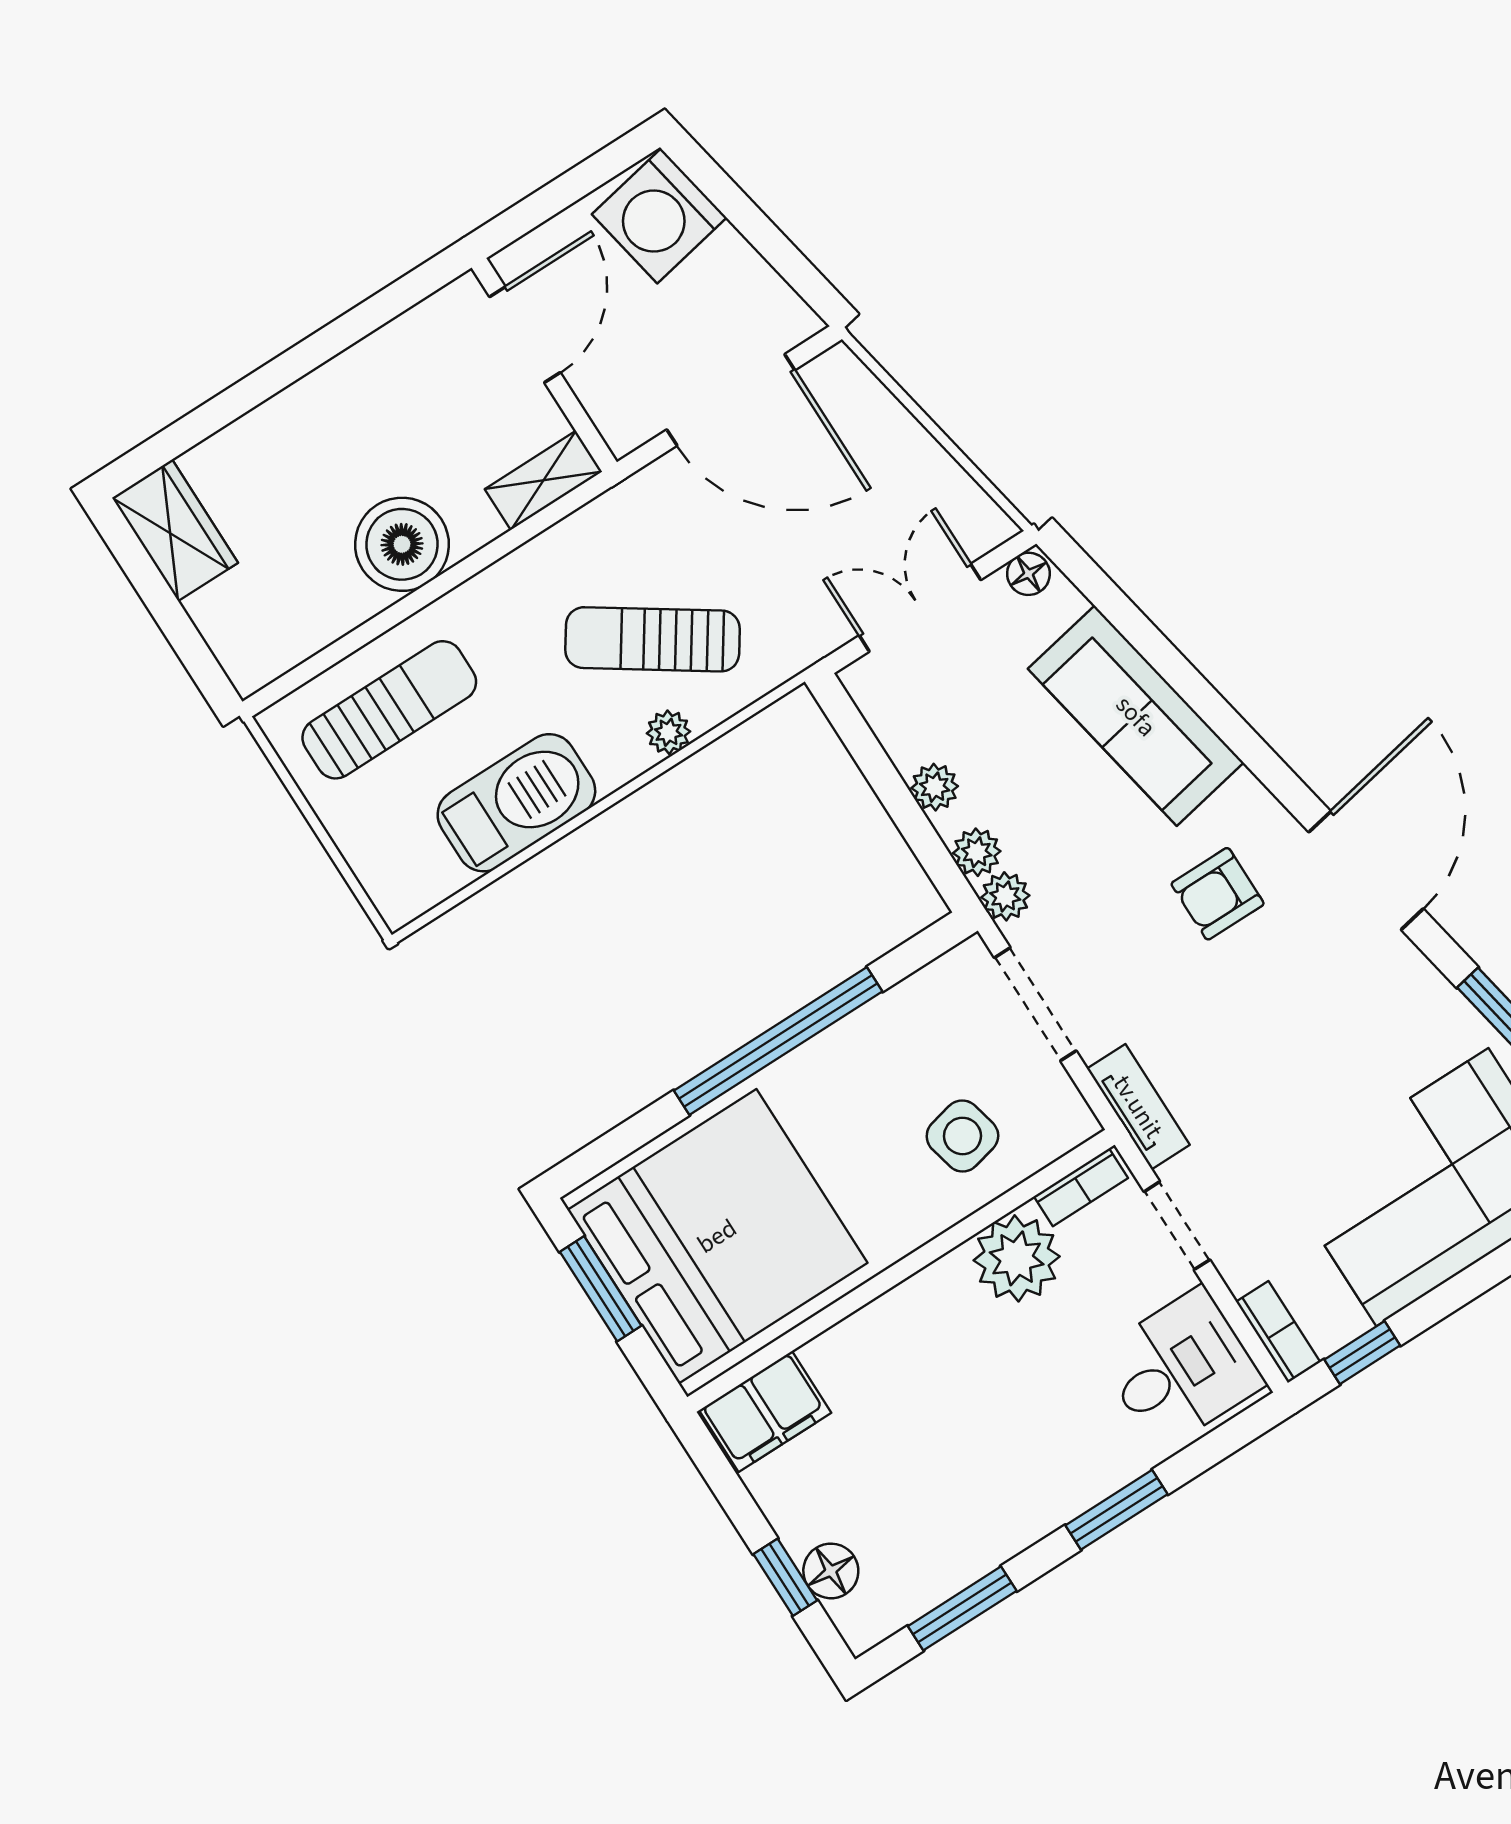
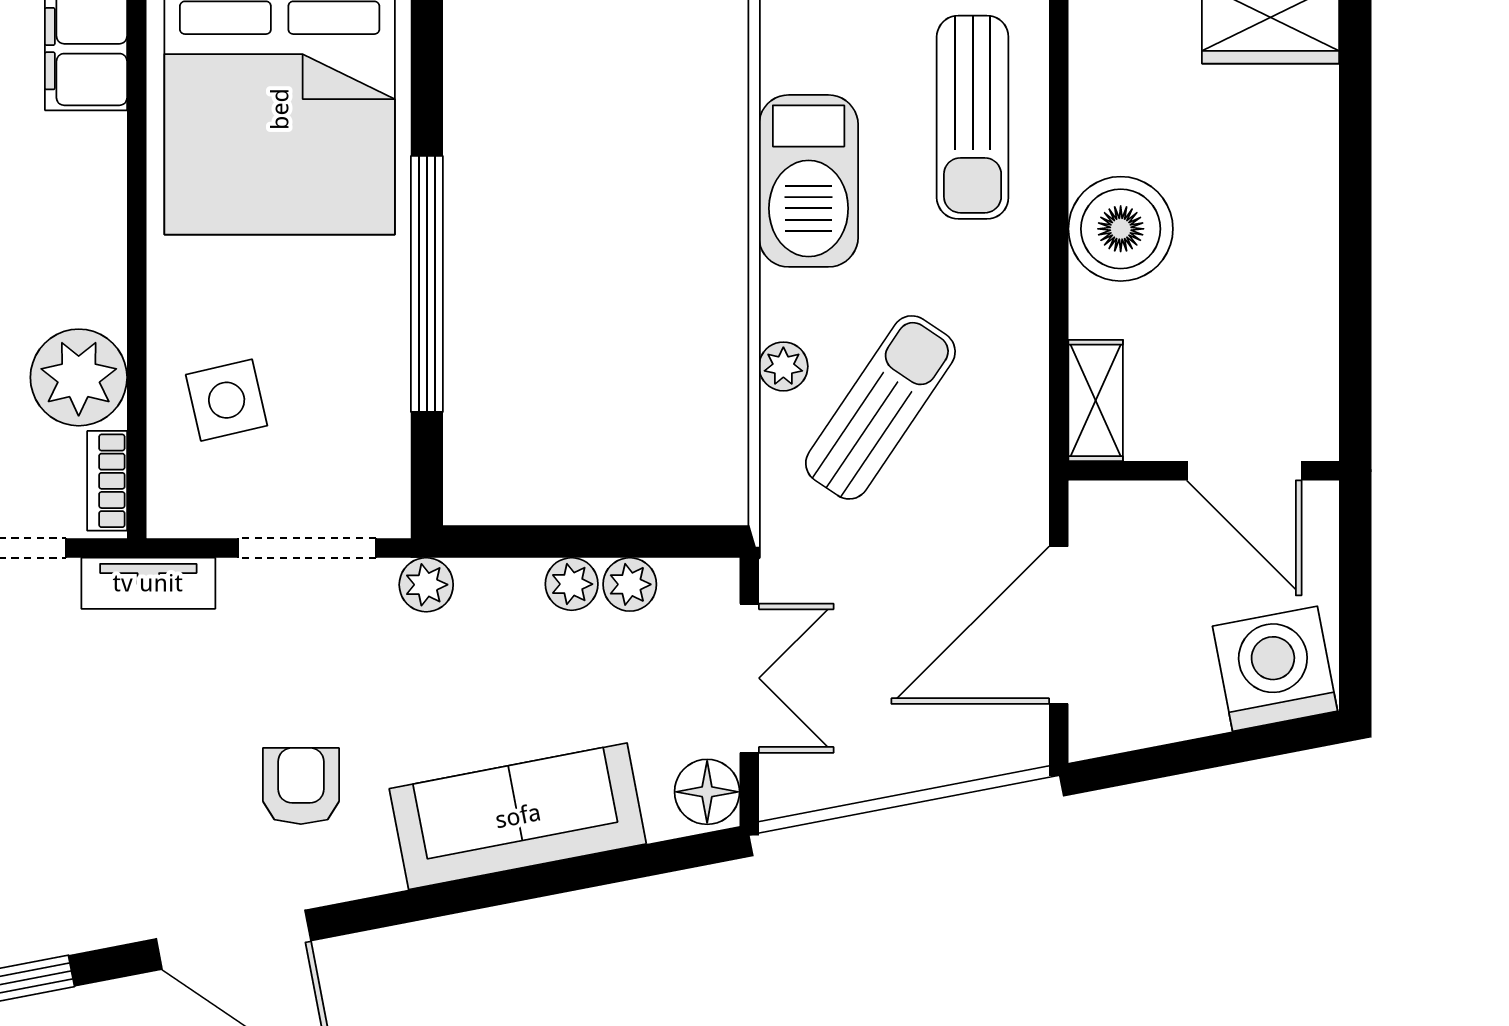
floor lamp: (1028, 574) -> (707, 792), width x1.37, depth x1.37
plant: (977, 852) -> (630, 584), moved

